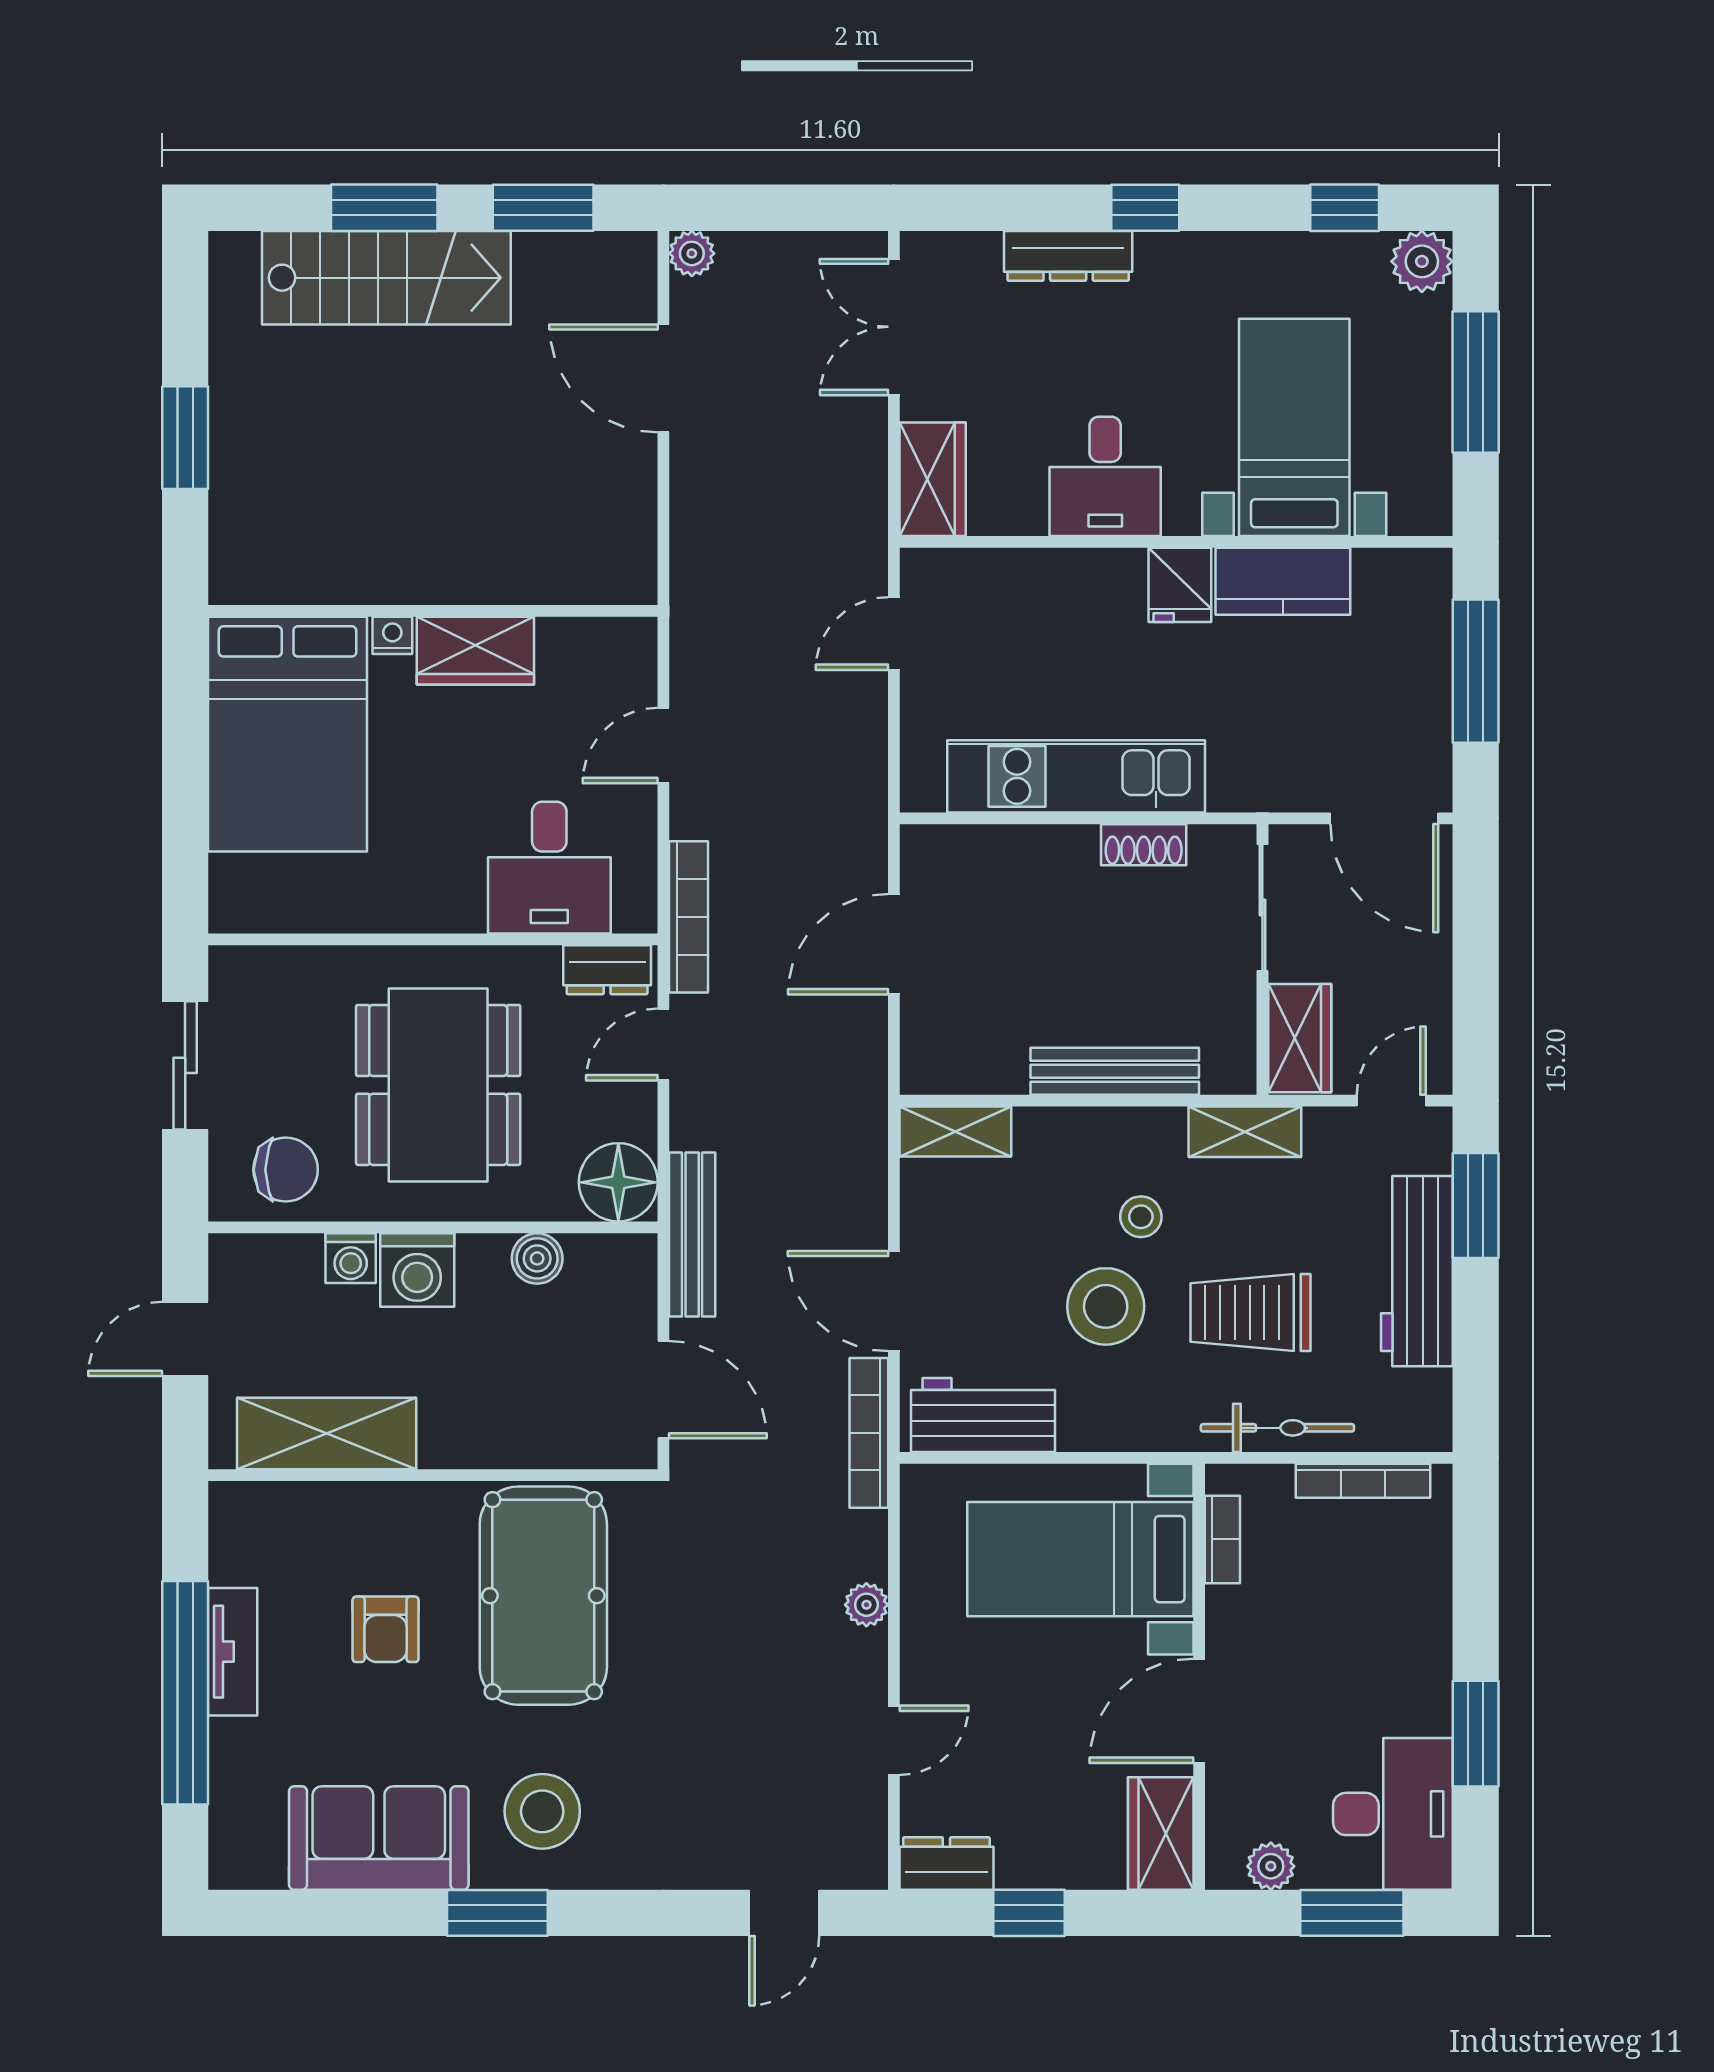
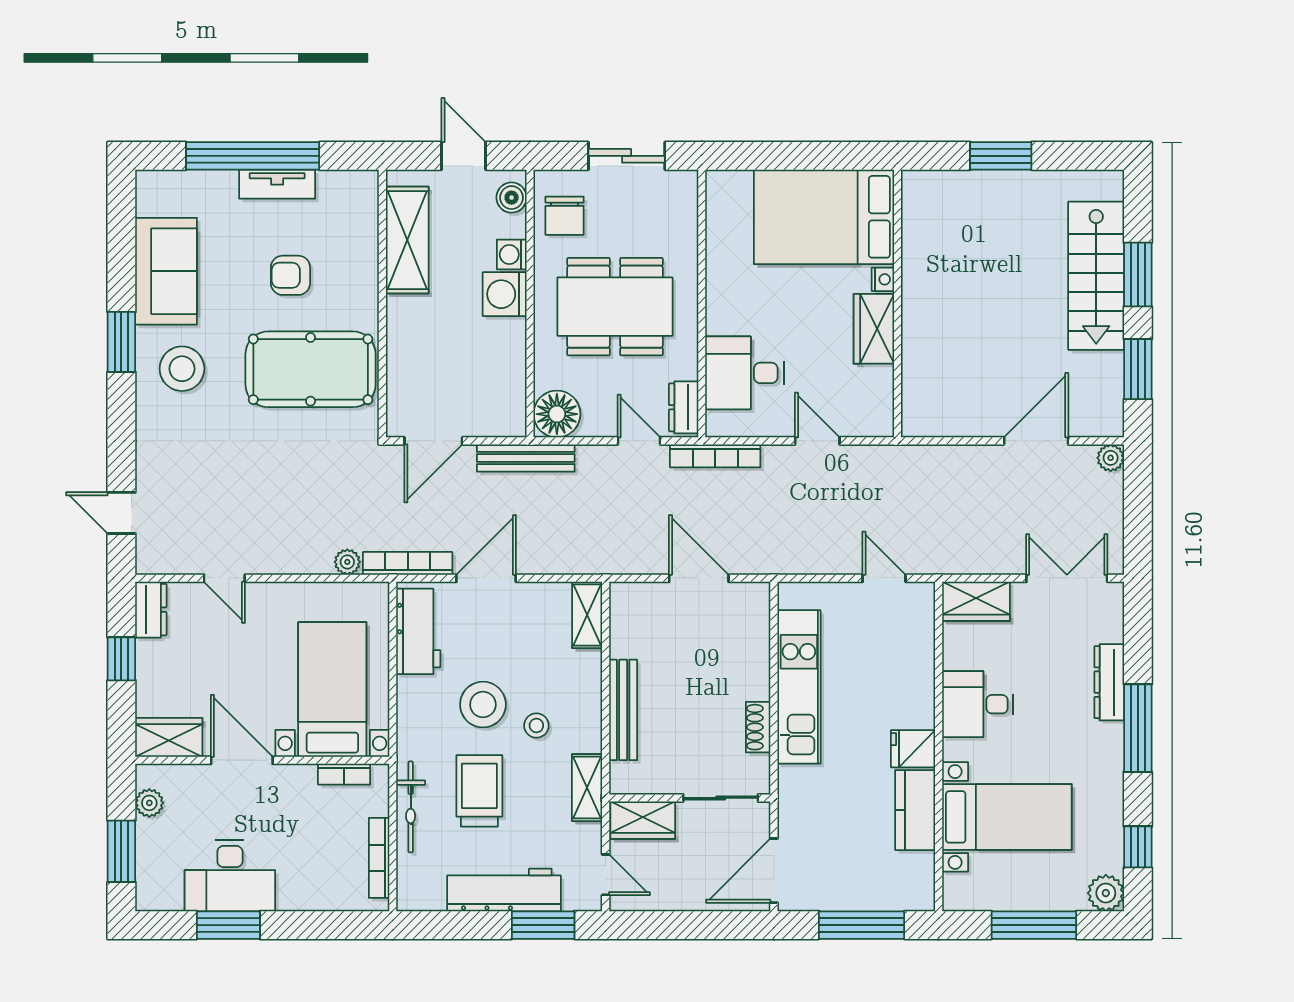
window: (1145, 208) -> (1138, 728), width x2.17
boiler: (537, 1258) -> (512, 198), moved
plant: (866, 1605) -> (347, 562), moved
desk: (1393, 1814) -> (230, 876), moved

